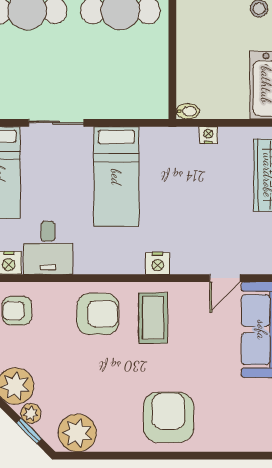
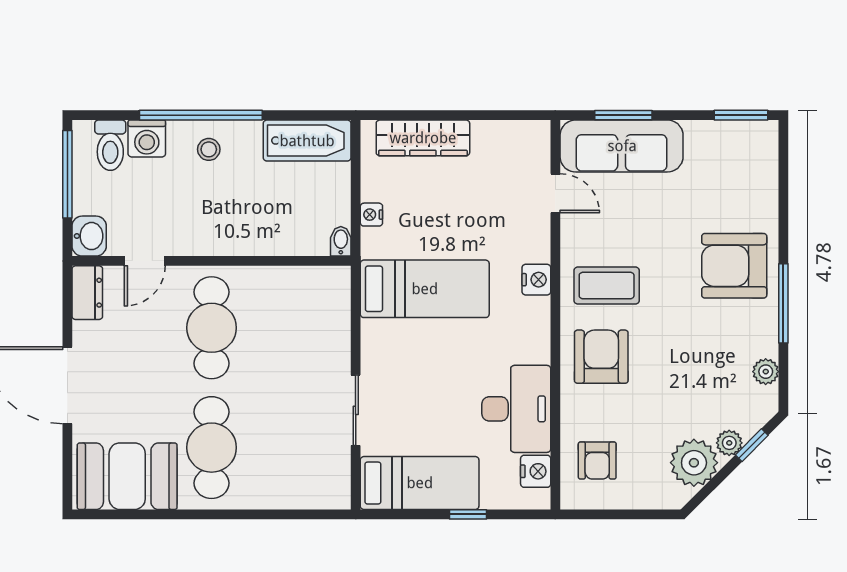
bed: (116, 177) -> (425, 289), moved
desk: (48, 248) -> (516, 409), width x1.37
plant: (77, 433) -> (766, 372), width x0.53, depth x0.53
window: (139, 456) -> (783, 303), added

